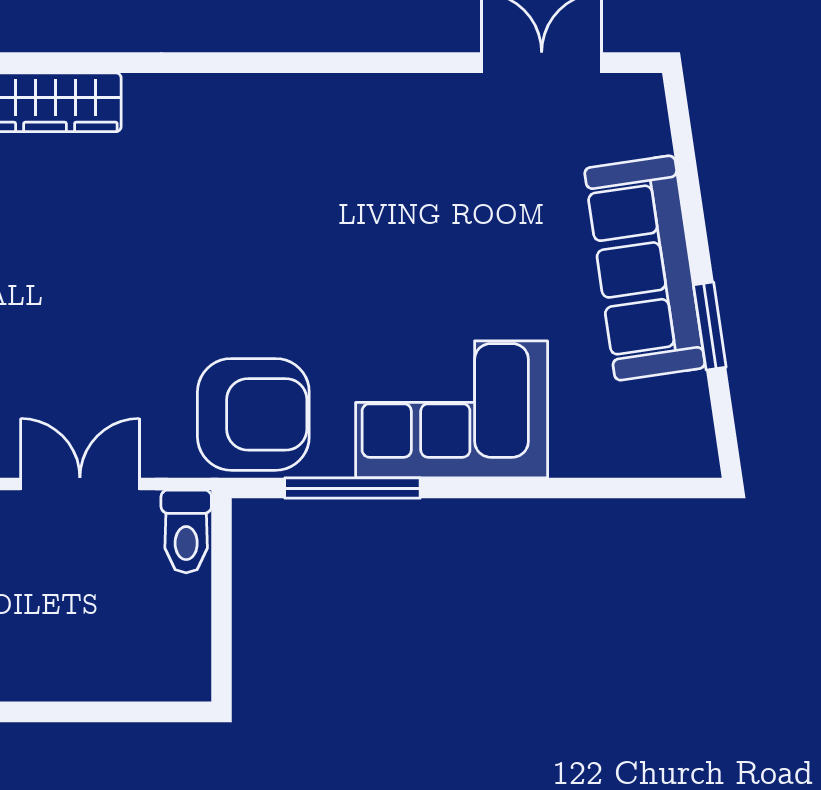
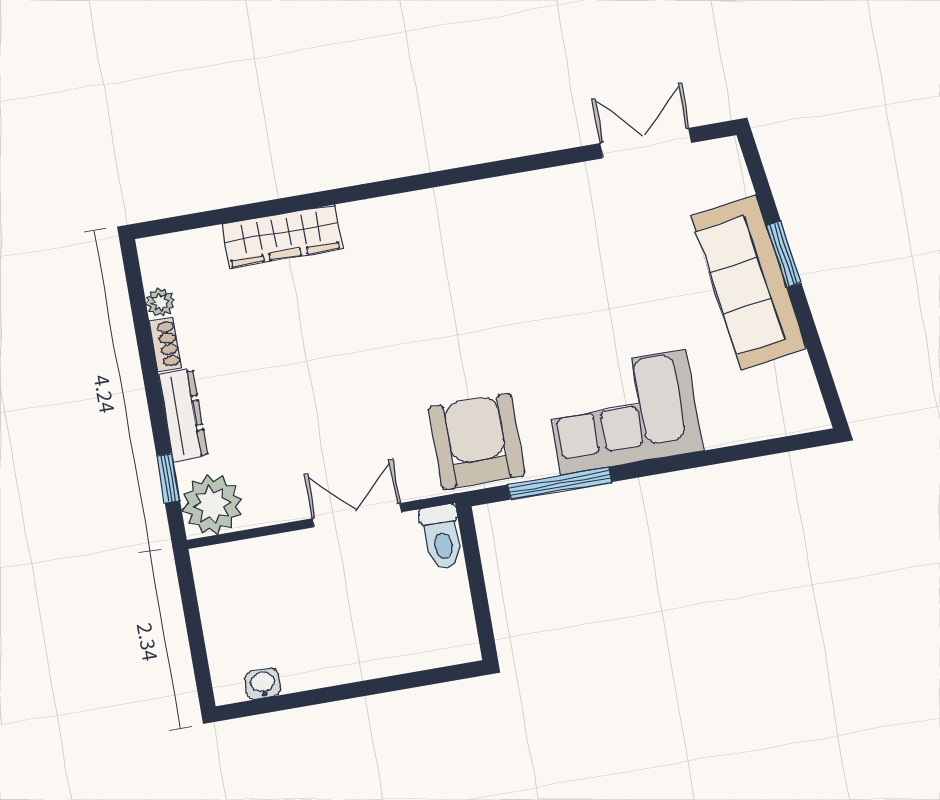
window: (710, 326) -> (784, 254), moved
armchair: (253, 414) -> (477, 441), turned -90

